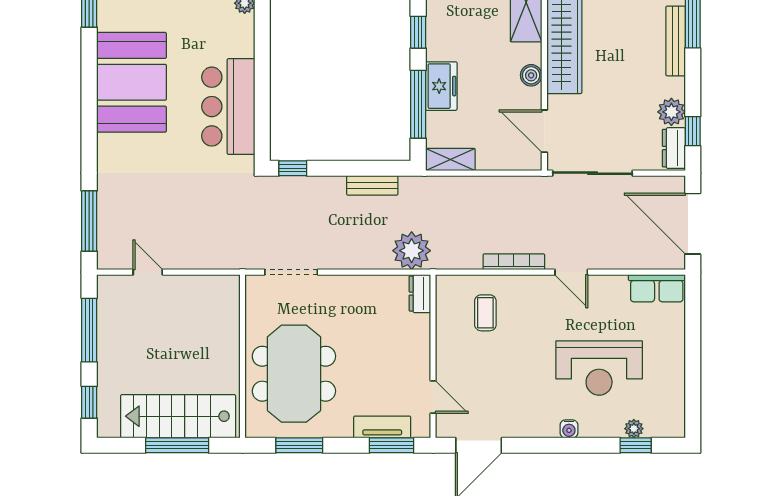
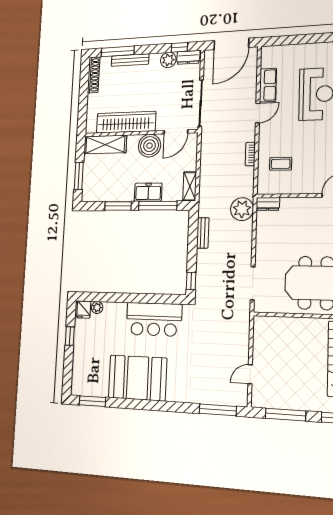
window: (418, 32) -> (118, 206), width x1.50
boiler: (531, 75) -> (149, 146), width x1.86, depth x1.86
bookcase: (514, 262) -> (250, 154), width x0.64
row of seats: (657, 288) -> (268, 85), moved

